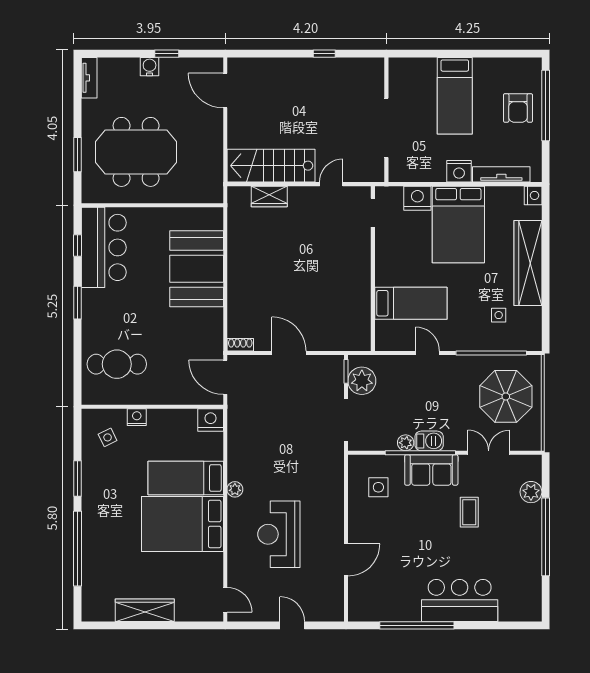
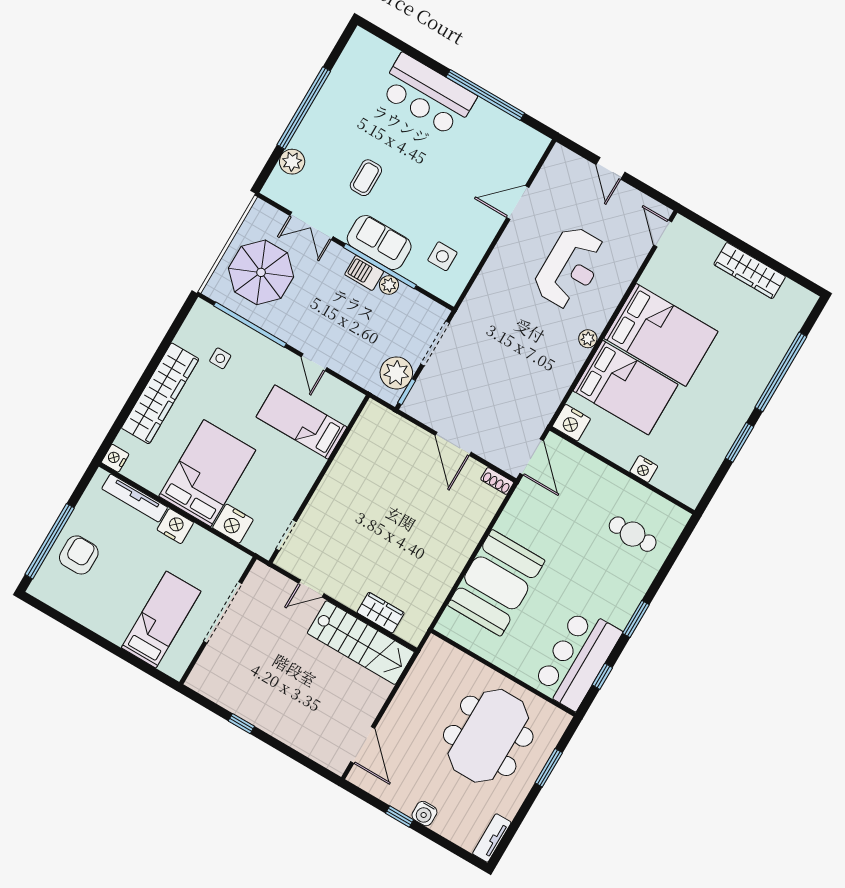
bed: (455, 96) -> (161, 620), moved
meeting table: (136, 152) -> (488, 736), turned 90
cafe table: (117, 364) -> (633, 534), width x0.73, depth x0.74
side table: (108, 437) -> (685, 466), removed
bed: (186, 478) -> (626, 388), width x1.50

